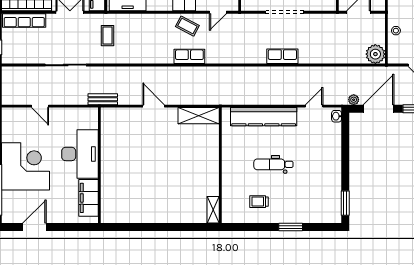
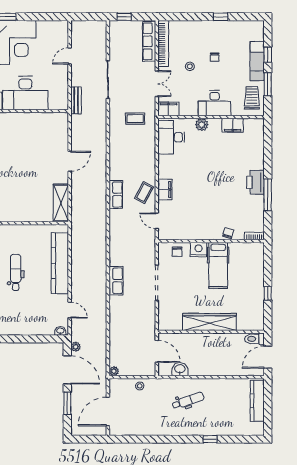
plant: (375, 54) -> (114, 371), width x0.53, depth x0.53
bench: (103, 99) -> (76, 100), moved

